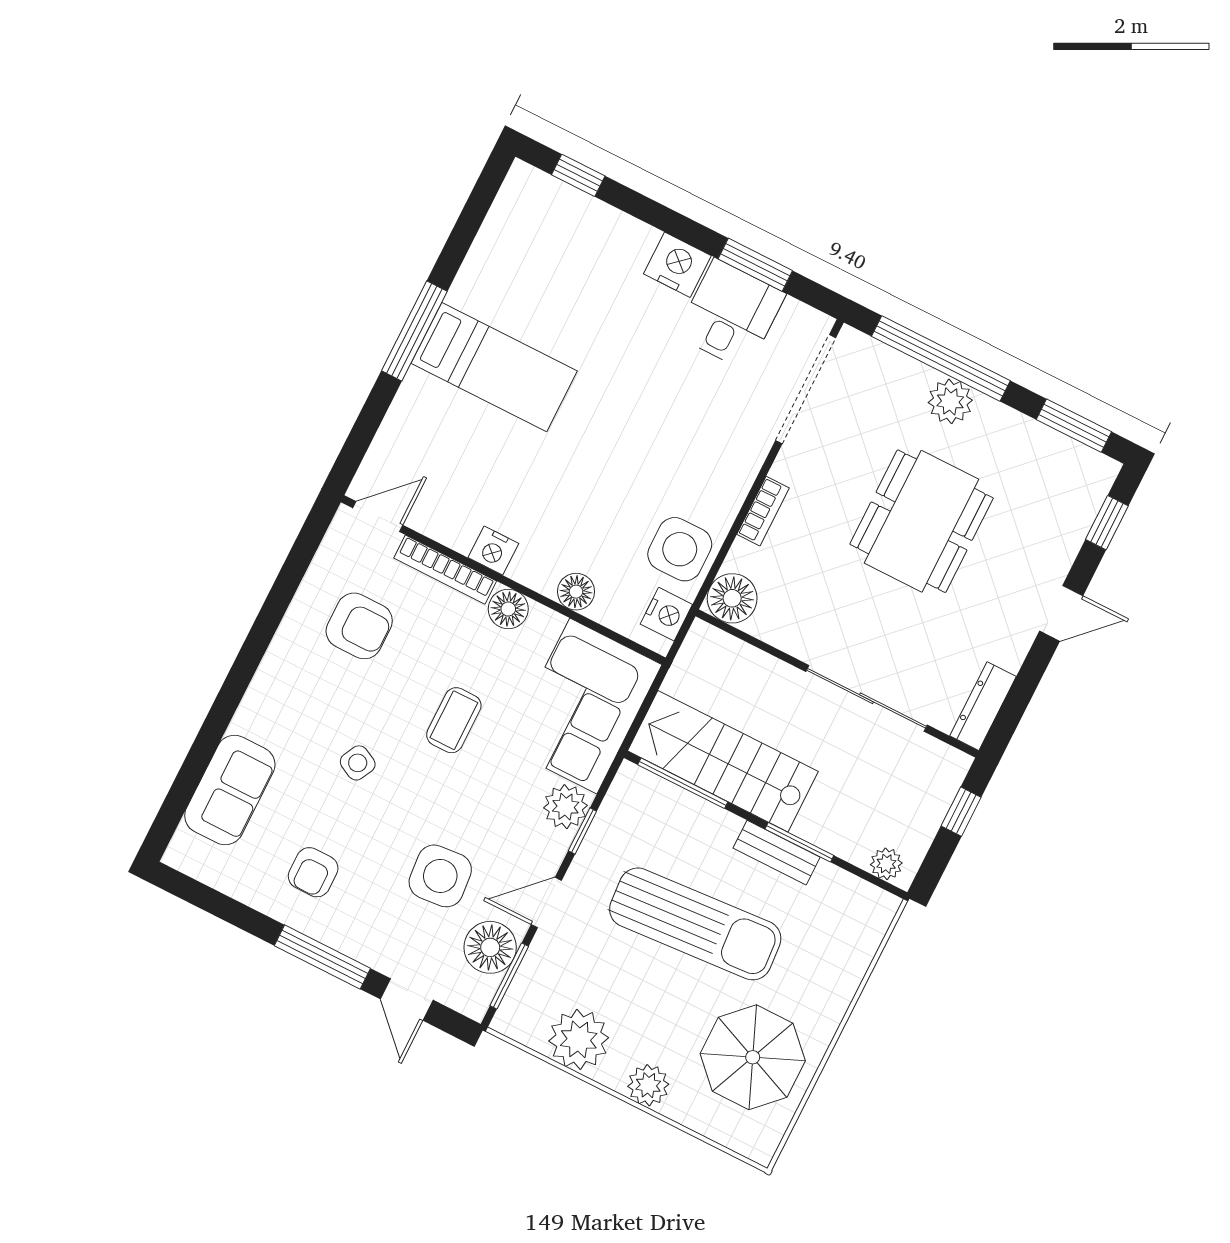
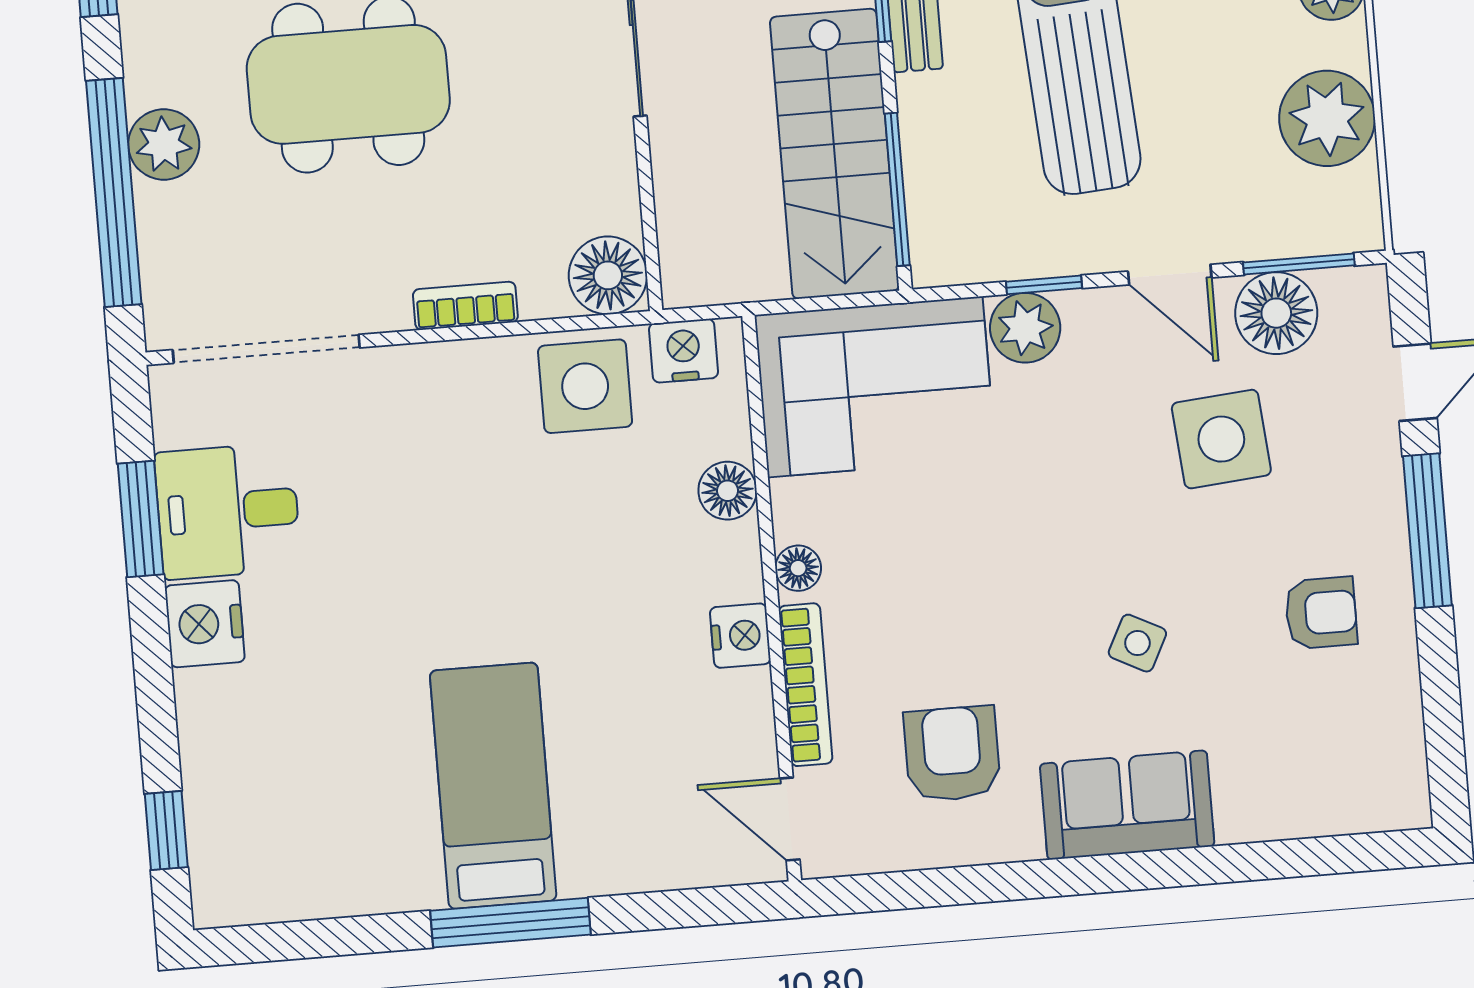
floor lamp: (508, 609) -> (798, 568), width x0.73, depth x0.73
coffee table: (454, 720) -> (1001, 549), removed
sofa: (230, 790) -> (1127, 805), moved

